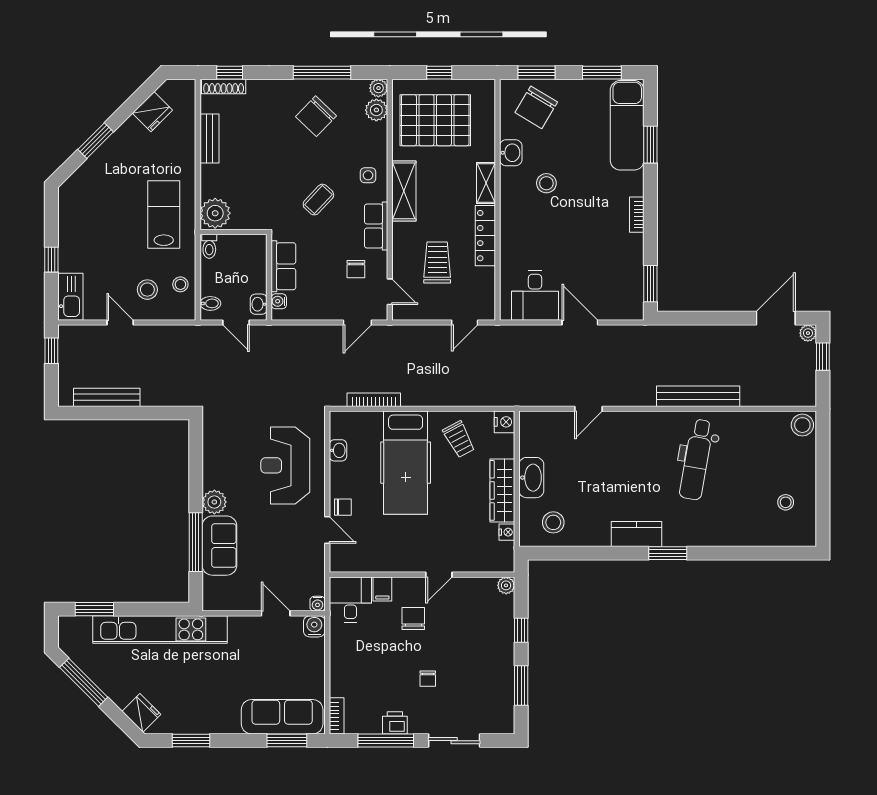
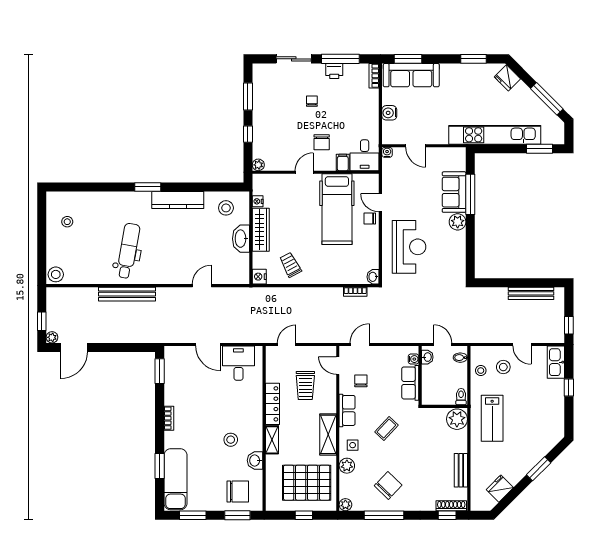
chair: (536, 107) -> (238, 492), turned 59
plant: (376, 110) -> (347, 466), moved
bookcase: (374, 400) -> (355, 292), width x0.64
washbasin: (338, 450) -> (373, 277), moved
hospital bed: (406, 463) -> (337, 209), moved, turned 180
kitchen counter: (636, 534) -> (178, 200), width x1.50
water cooler: (314, 626) -> (389, 113), moved, turned 90

